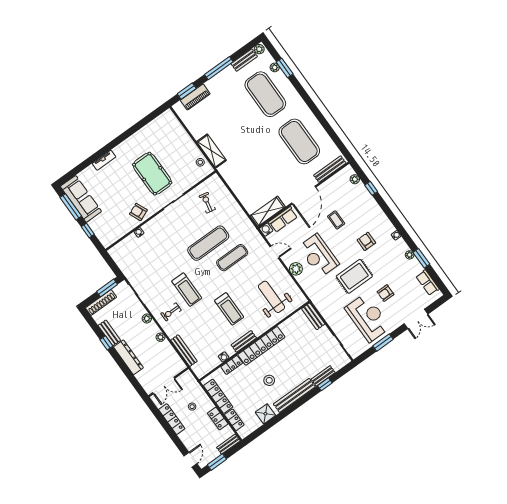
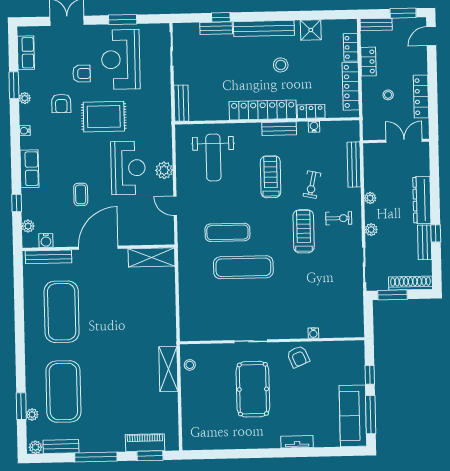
exercise bike: (207, 203) -> (312, 185), moved
row of seats: (283, 219) -> (29, 169), moved, turned 90
water cooler: (266, 230) -> (46, 240), moved
armchair: (366, 241) -> (61, 103), moved

